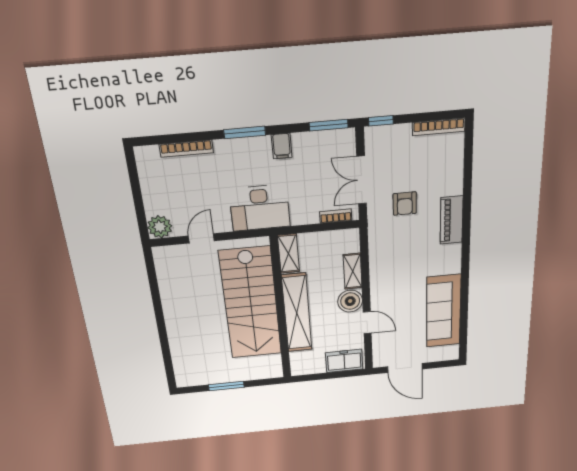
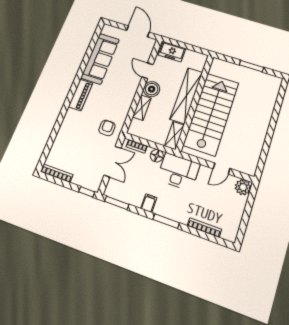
armchair: (405, 204) -> (107, 128), moved
floor lamp: (301, 216) -> (157, 156), added
piano: (452, 220) -> (81, 95), moved

